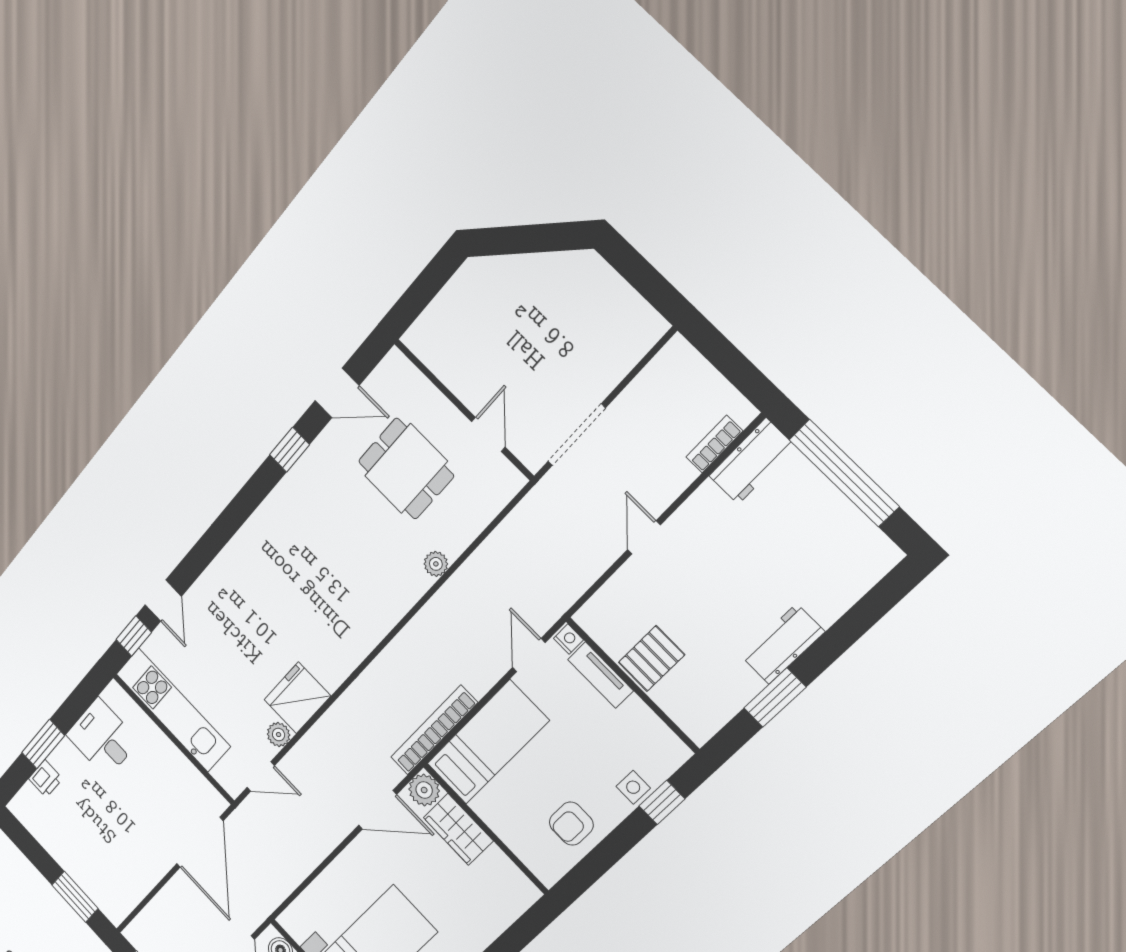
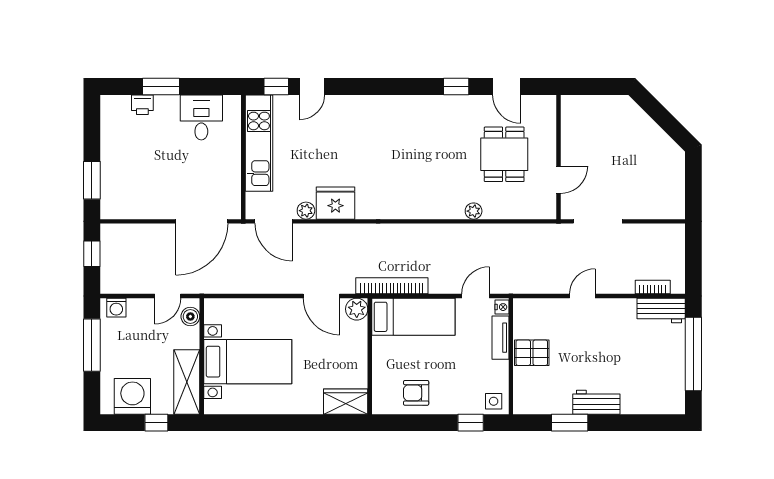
door: (261, 776) -> (274, 221), width x1.38
side table: (633, 787) -> (494, 401), moved
wardrobe: (458, 829) -> (346, 402), moved, turned 90

